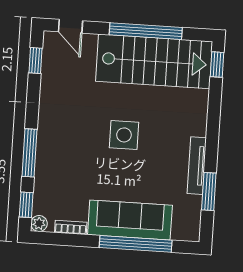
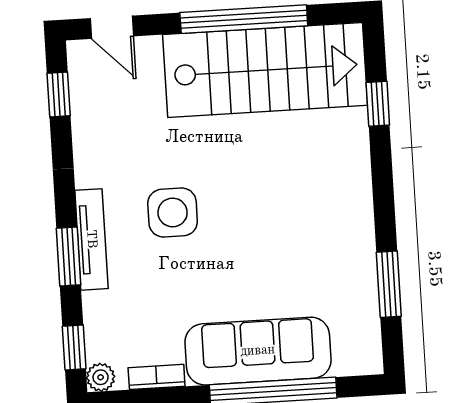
window: (217, 64) -> (378, 104), moved
side table: (124, 135) -> (173, 212), moved
window: (30, 153) -> (69, 256), width x0.69
tv unit: (197, 166) -> (91, 239), moved, turned 180

